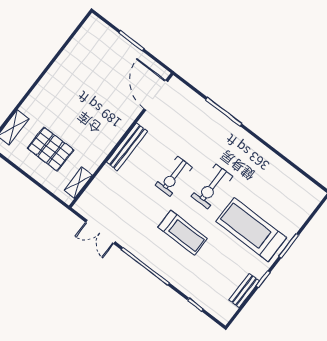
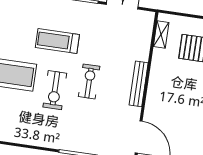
exercise bike: (212, 186) -> (55, 90), turned 180

